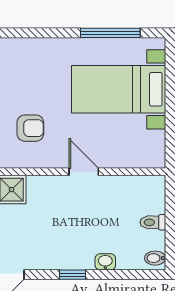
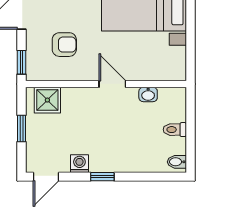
washing machine: (47, 260) -> (79, 164), added
washbasin: (105, 262) -> (148, 94), moved, turned 180

